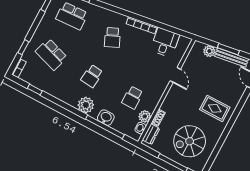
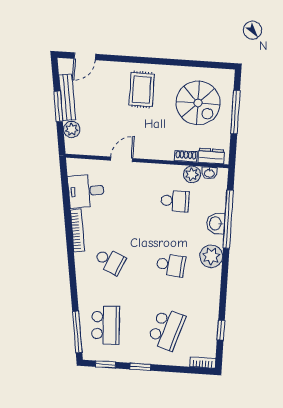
school desk: (112, 37) -> (110, 261), turned 48
window: (23, 47) -> (140, 367), moved

